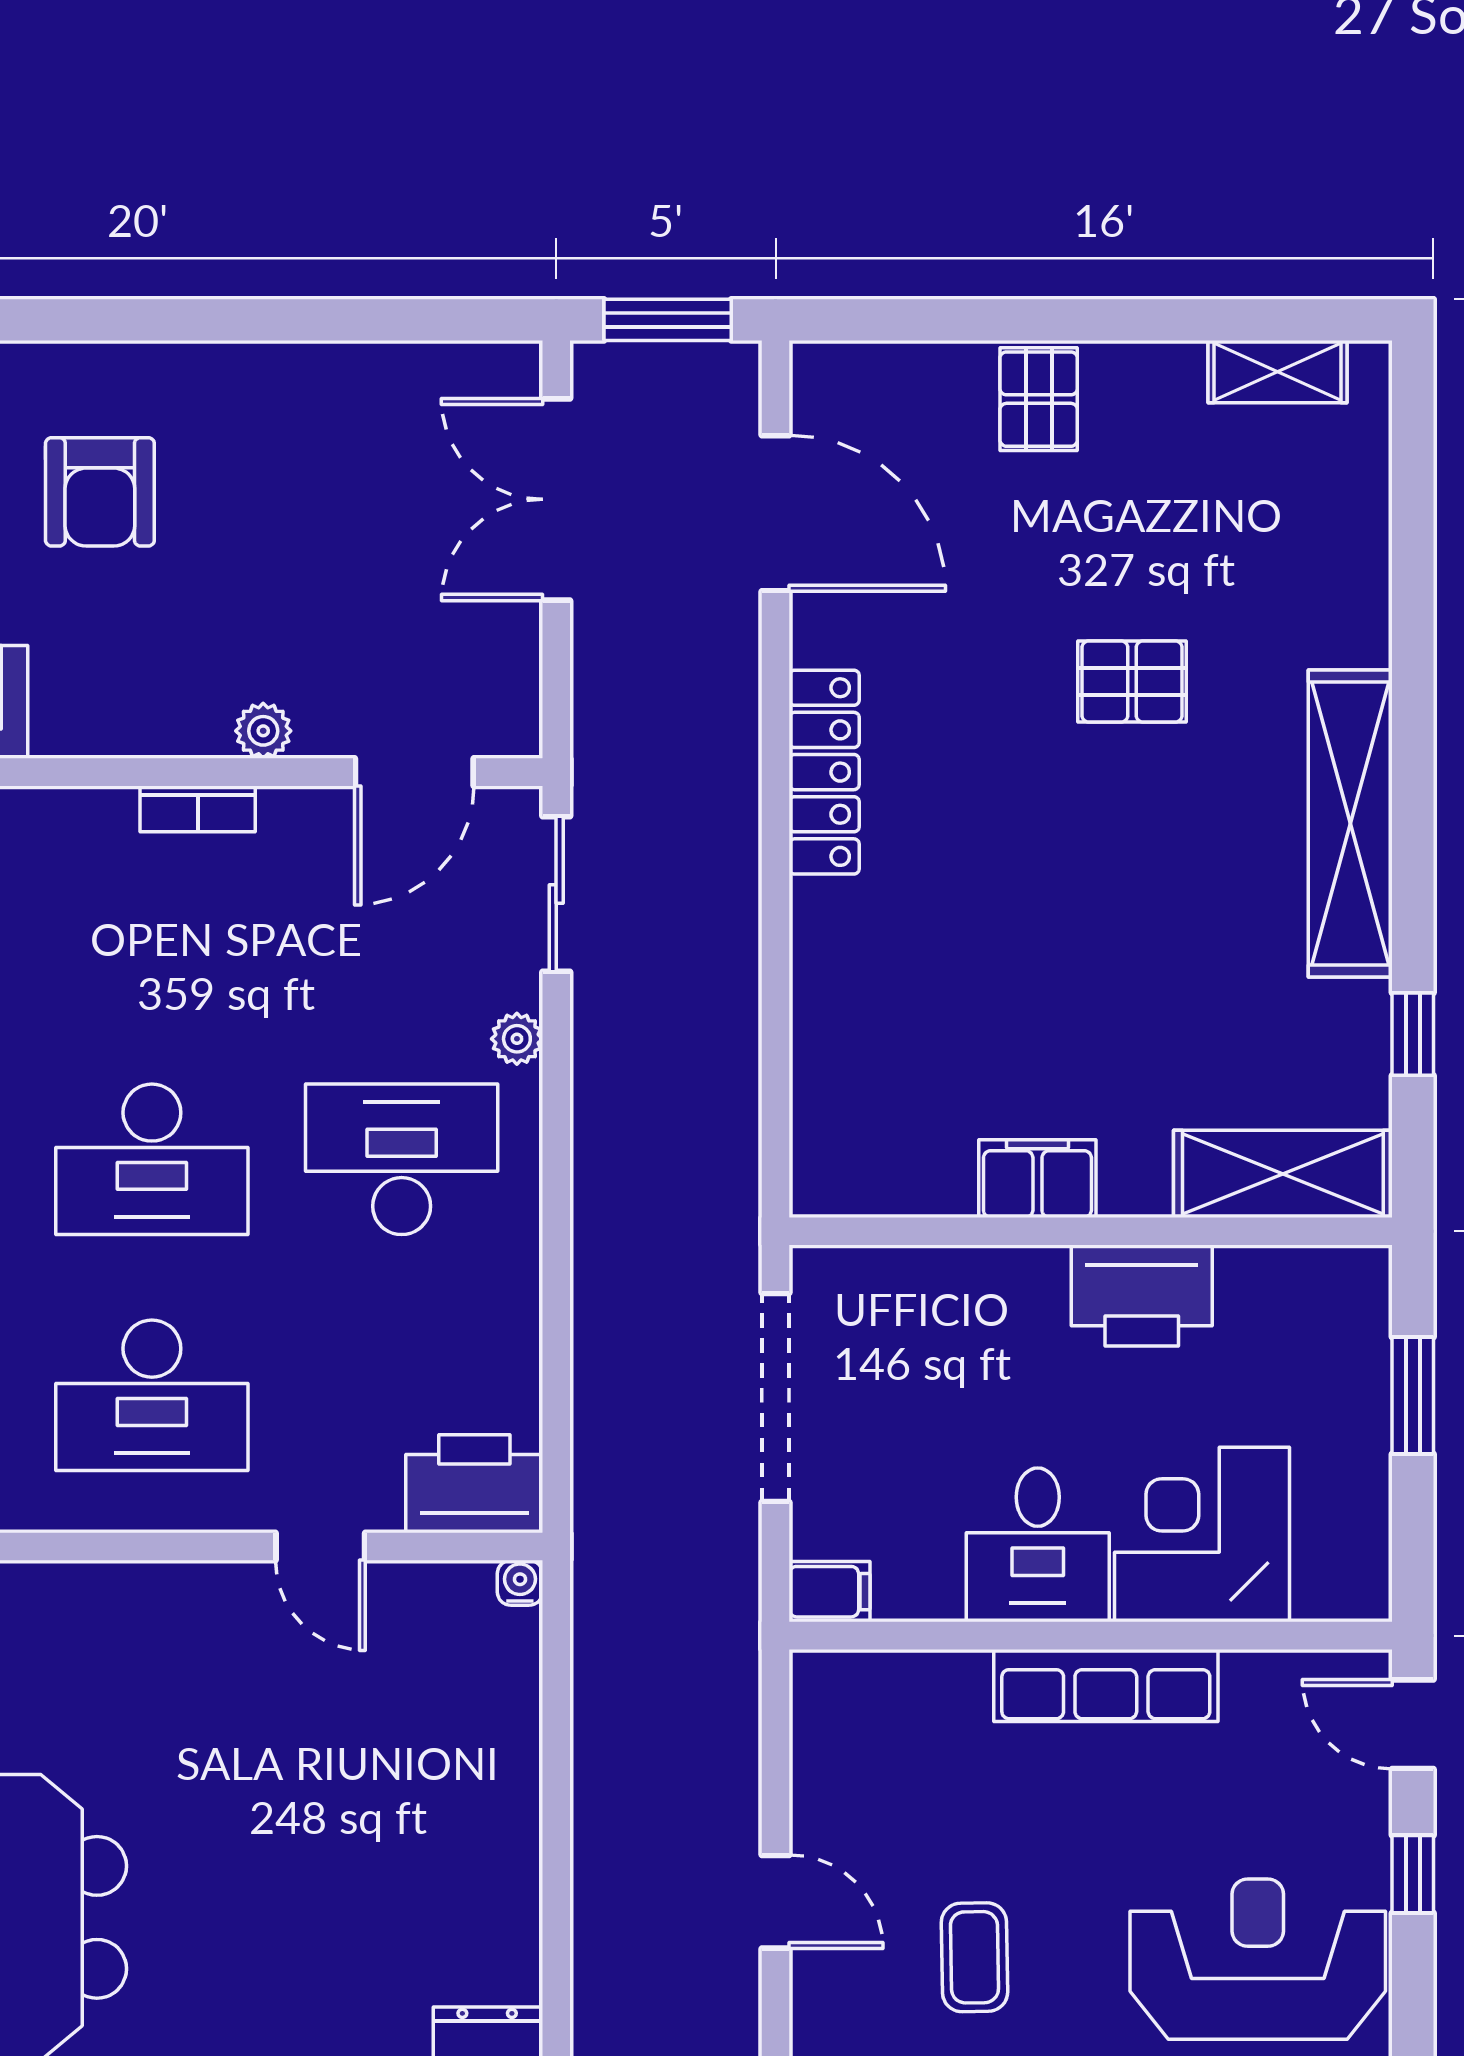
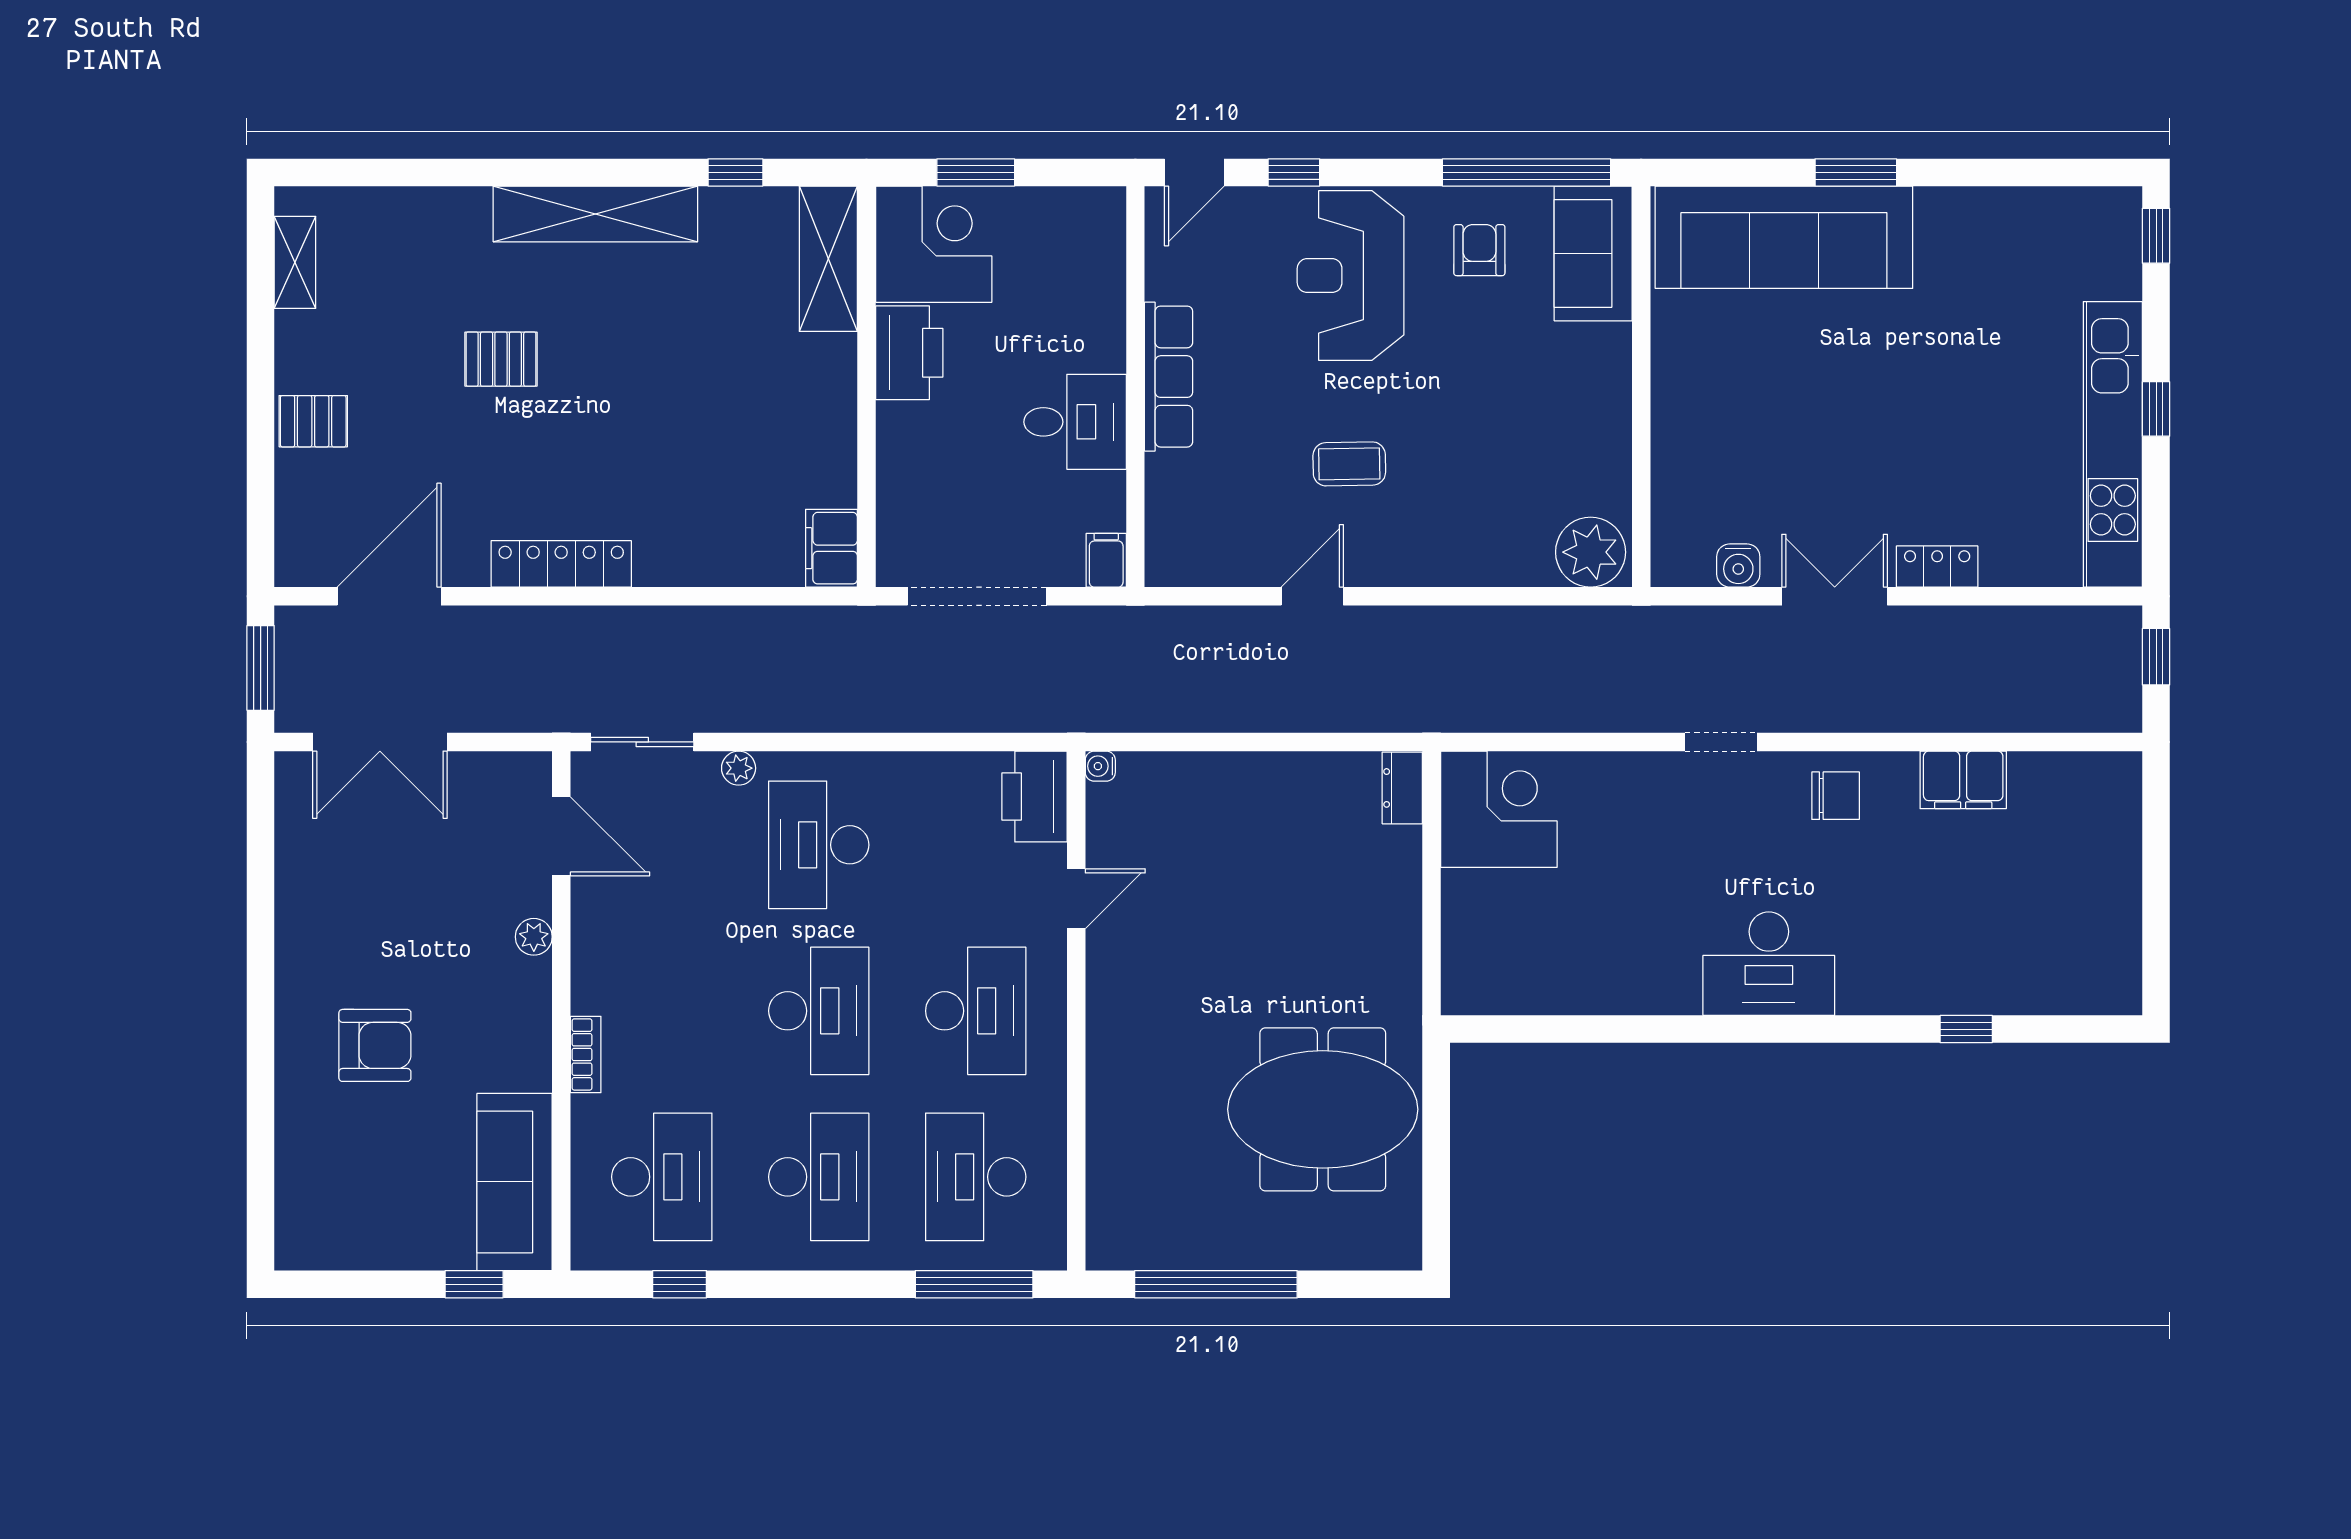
pallet: (1132, 681) -> (501, 359), turned 90
bookcase: (198, 809) -> (586, 1054), moved
filing cabinet: (1037, 1179) -> (832, 548), moved
corner desk: (1202, 1535) -> (934, 244), moved, turned 180

